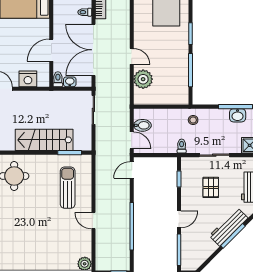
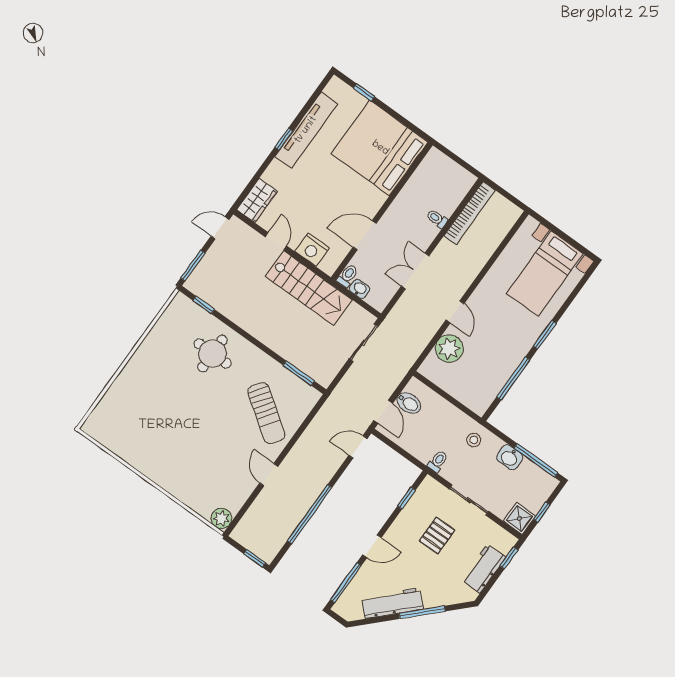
double door: (93, 50) -> (415, 271), width x0.54
washbasin: (238, 115) -> (510, 457), moved
stairs: (44, 140) -> (309, 288), moved, turned 180
sun lounger: (68, 188) -> (266, 413), turned 125
workbench: (229, 227) -> (392, 603), moved

